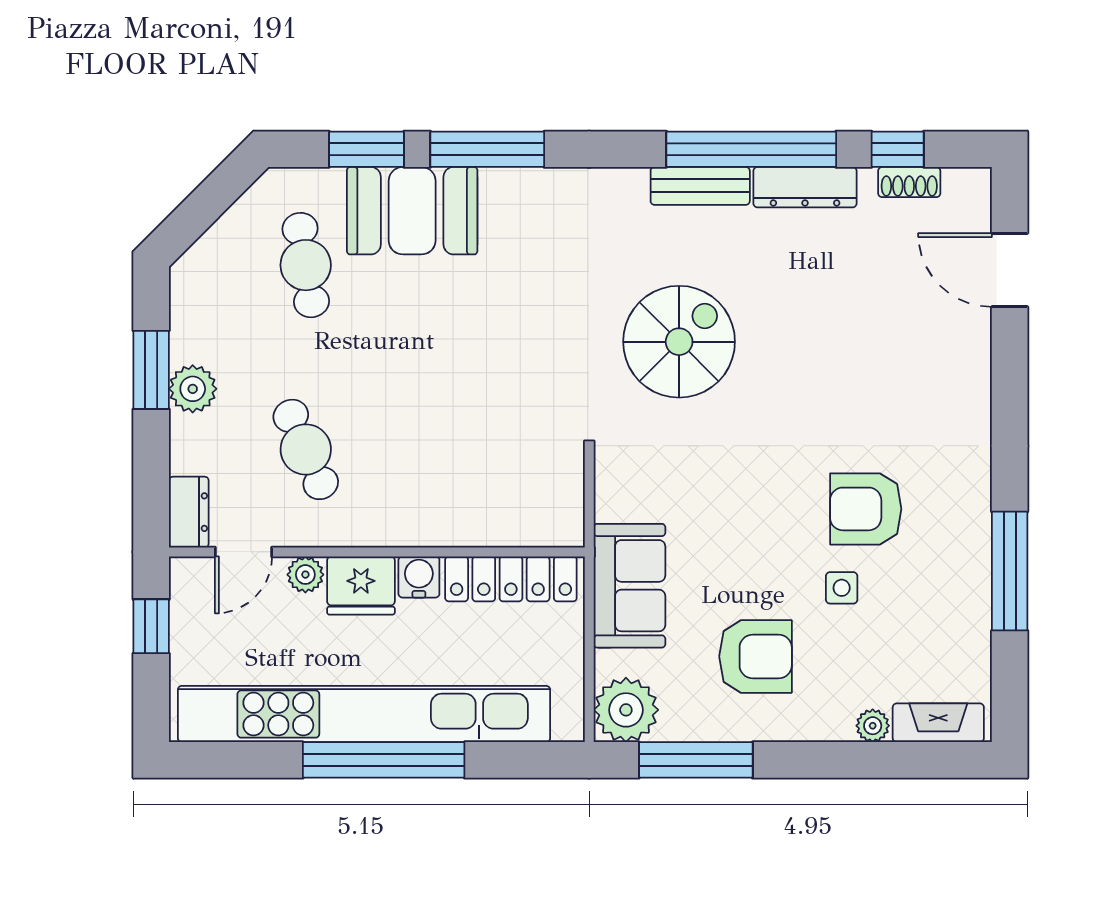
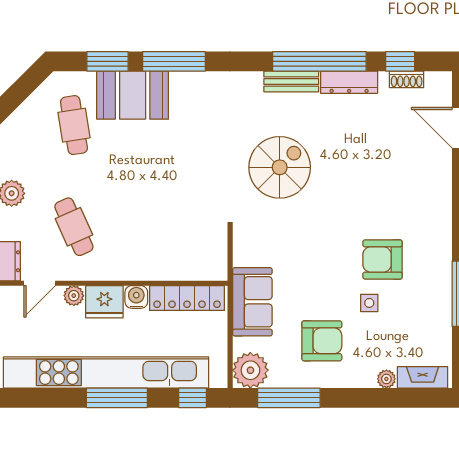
window: (384, 760) -> (117, 398), width x0.68
window: (521, 760) -> (193, 398), added

